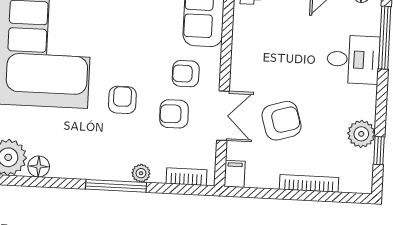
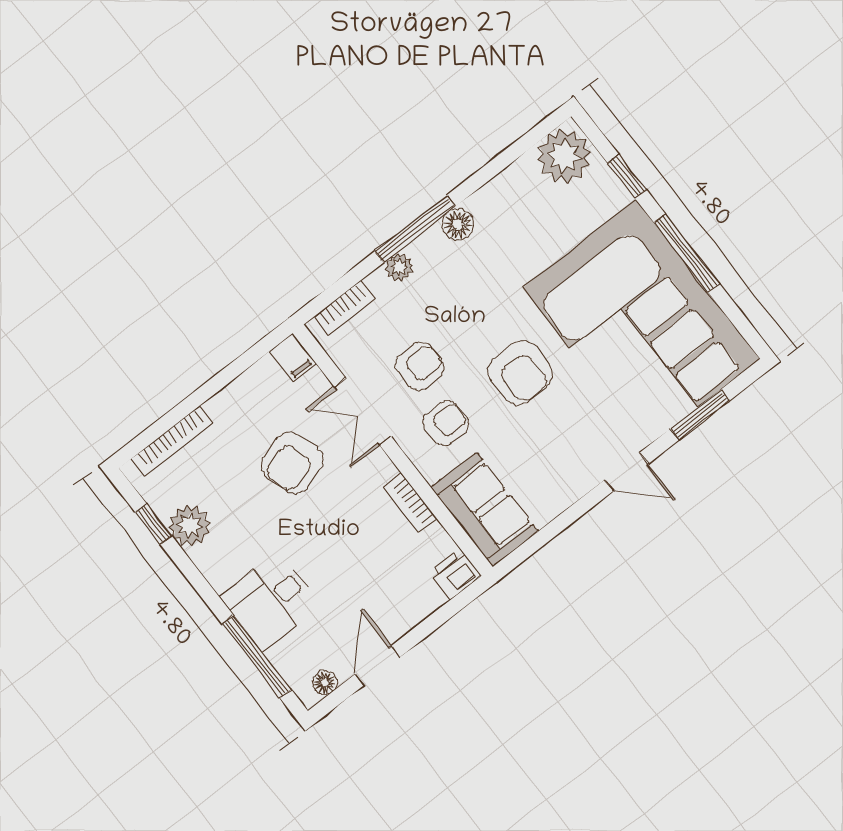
bookcase: (239, 48) -> (410, 503), added
armchair: (122, 100) -> (520, 373), moved, width x1.38, depth x1.38
floor lamp: (39, 166) -> (458, 224), moved
bookcase: (309, 183) -> (172, 441), moved

